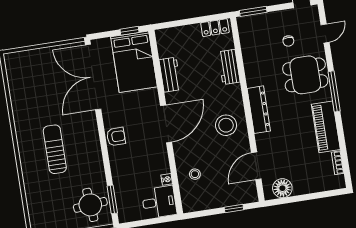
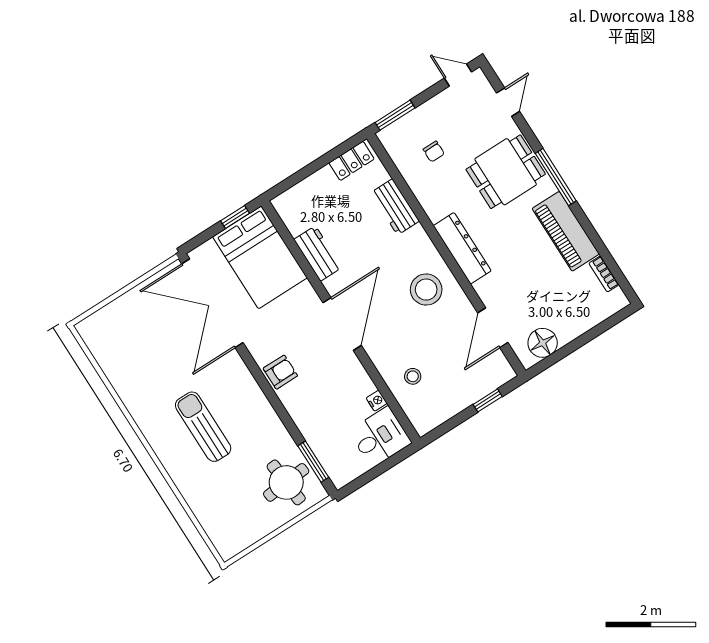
chair: (288, 41) -> (434, 152), moved

